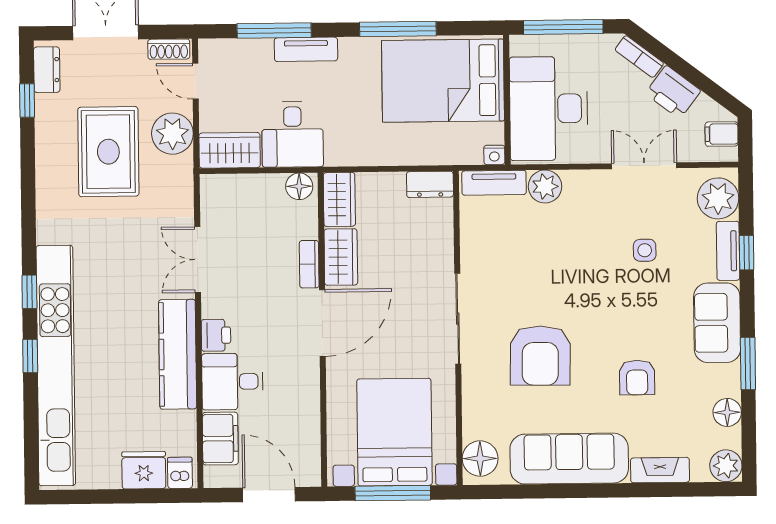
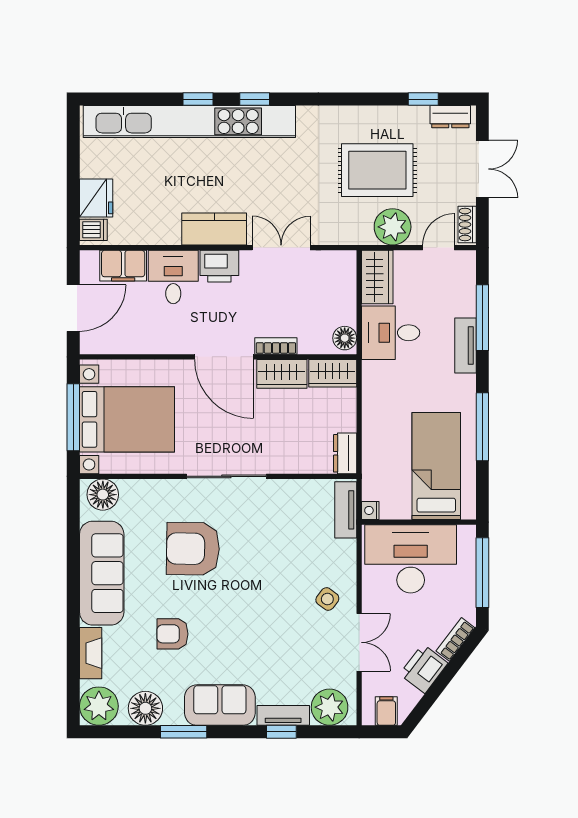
bed: (443, 81) -> (436, 466), width x0.67
plant: (545, 186) -> (342, 555), removed
side table: (645, 250) -> (327, 599), moved, turned 37
printer: (216, 335) -> (219, 266), width x1.36, depth x1.24
kitchen counter: (178, 354) -> (214, 229), width x0.67
floor lamp: (727, 412) -> (145, 708), width x1.38, depth x1.38
plant: (726, 466) -> (99, 706), width x1.36, depth x1.36

